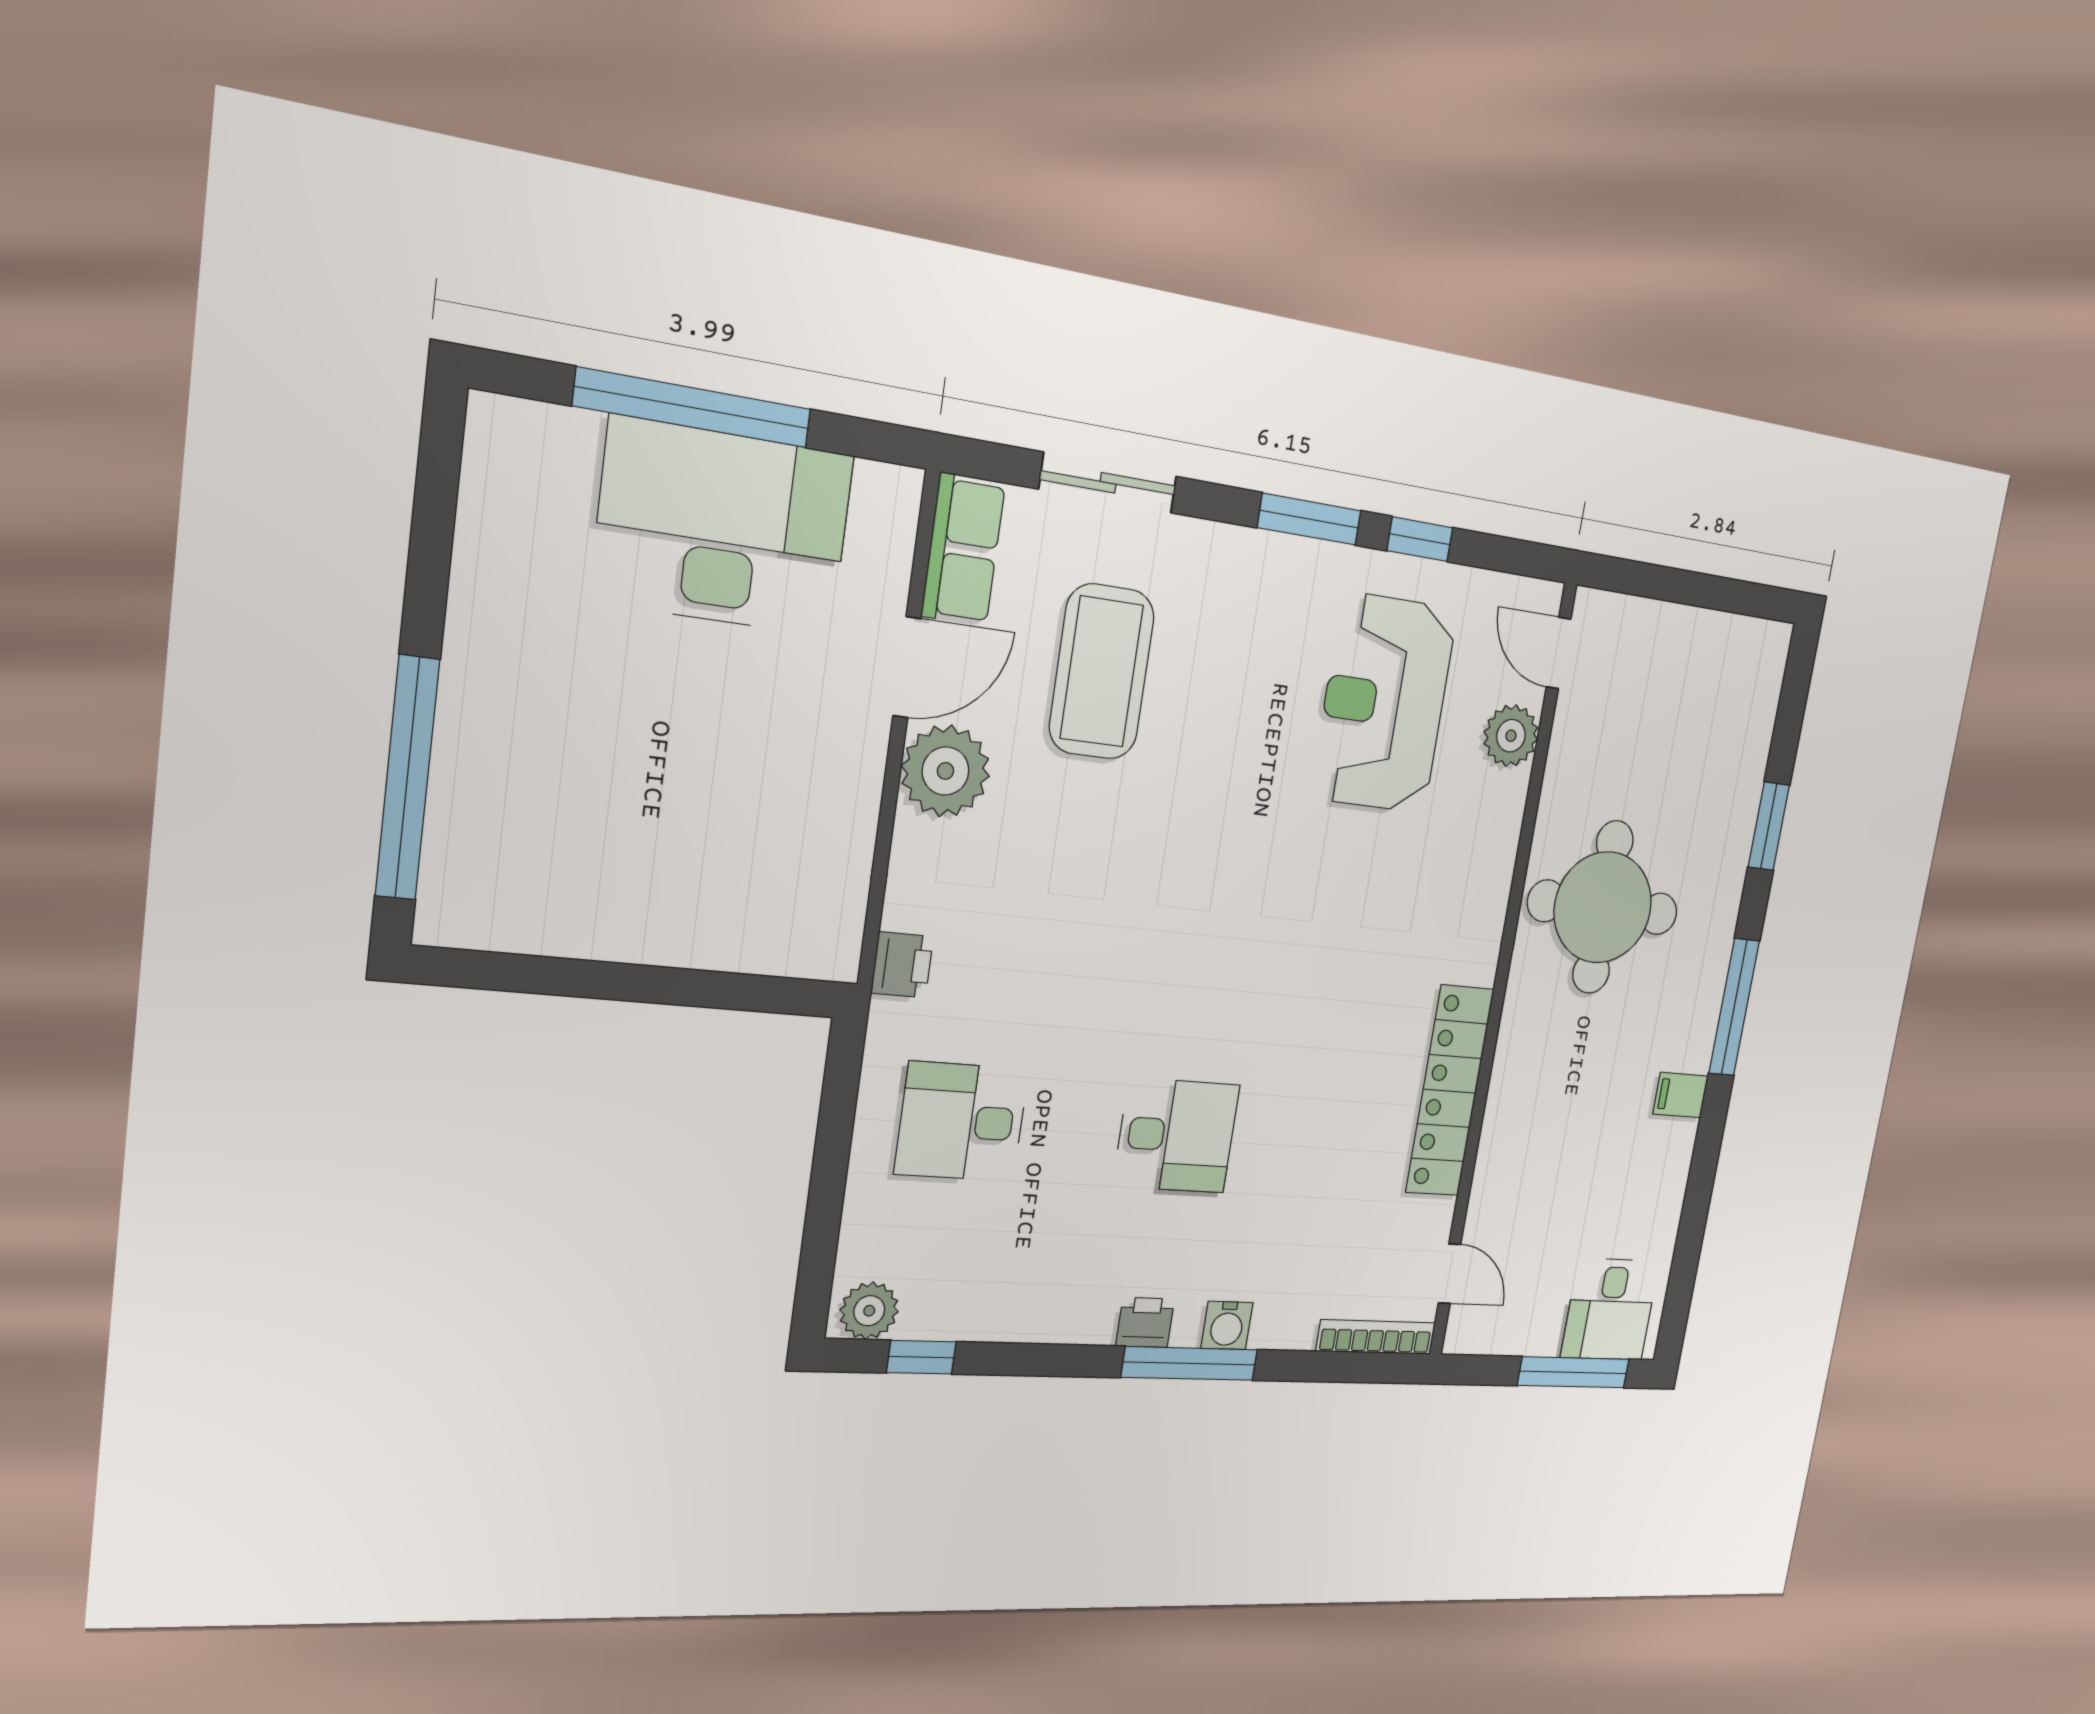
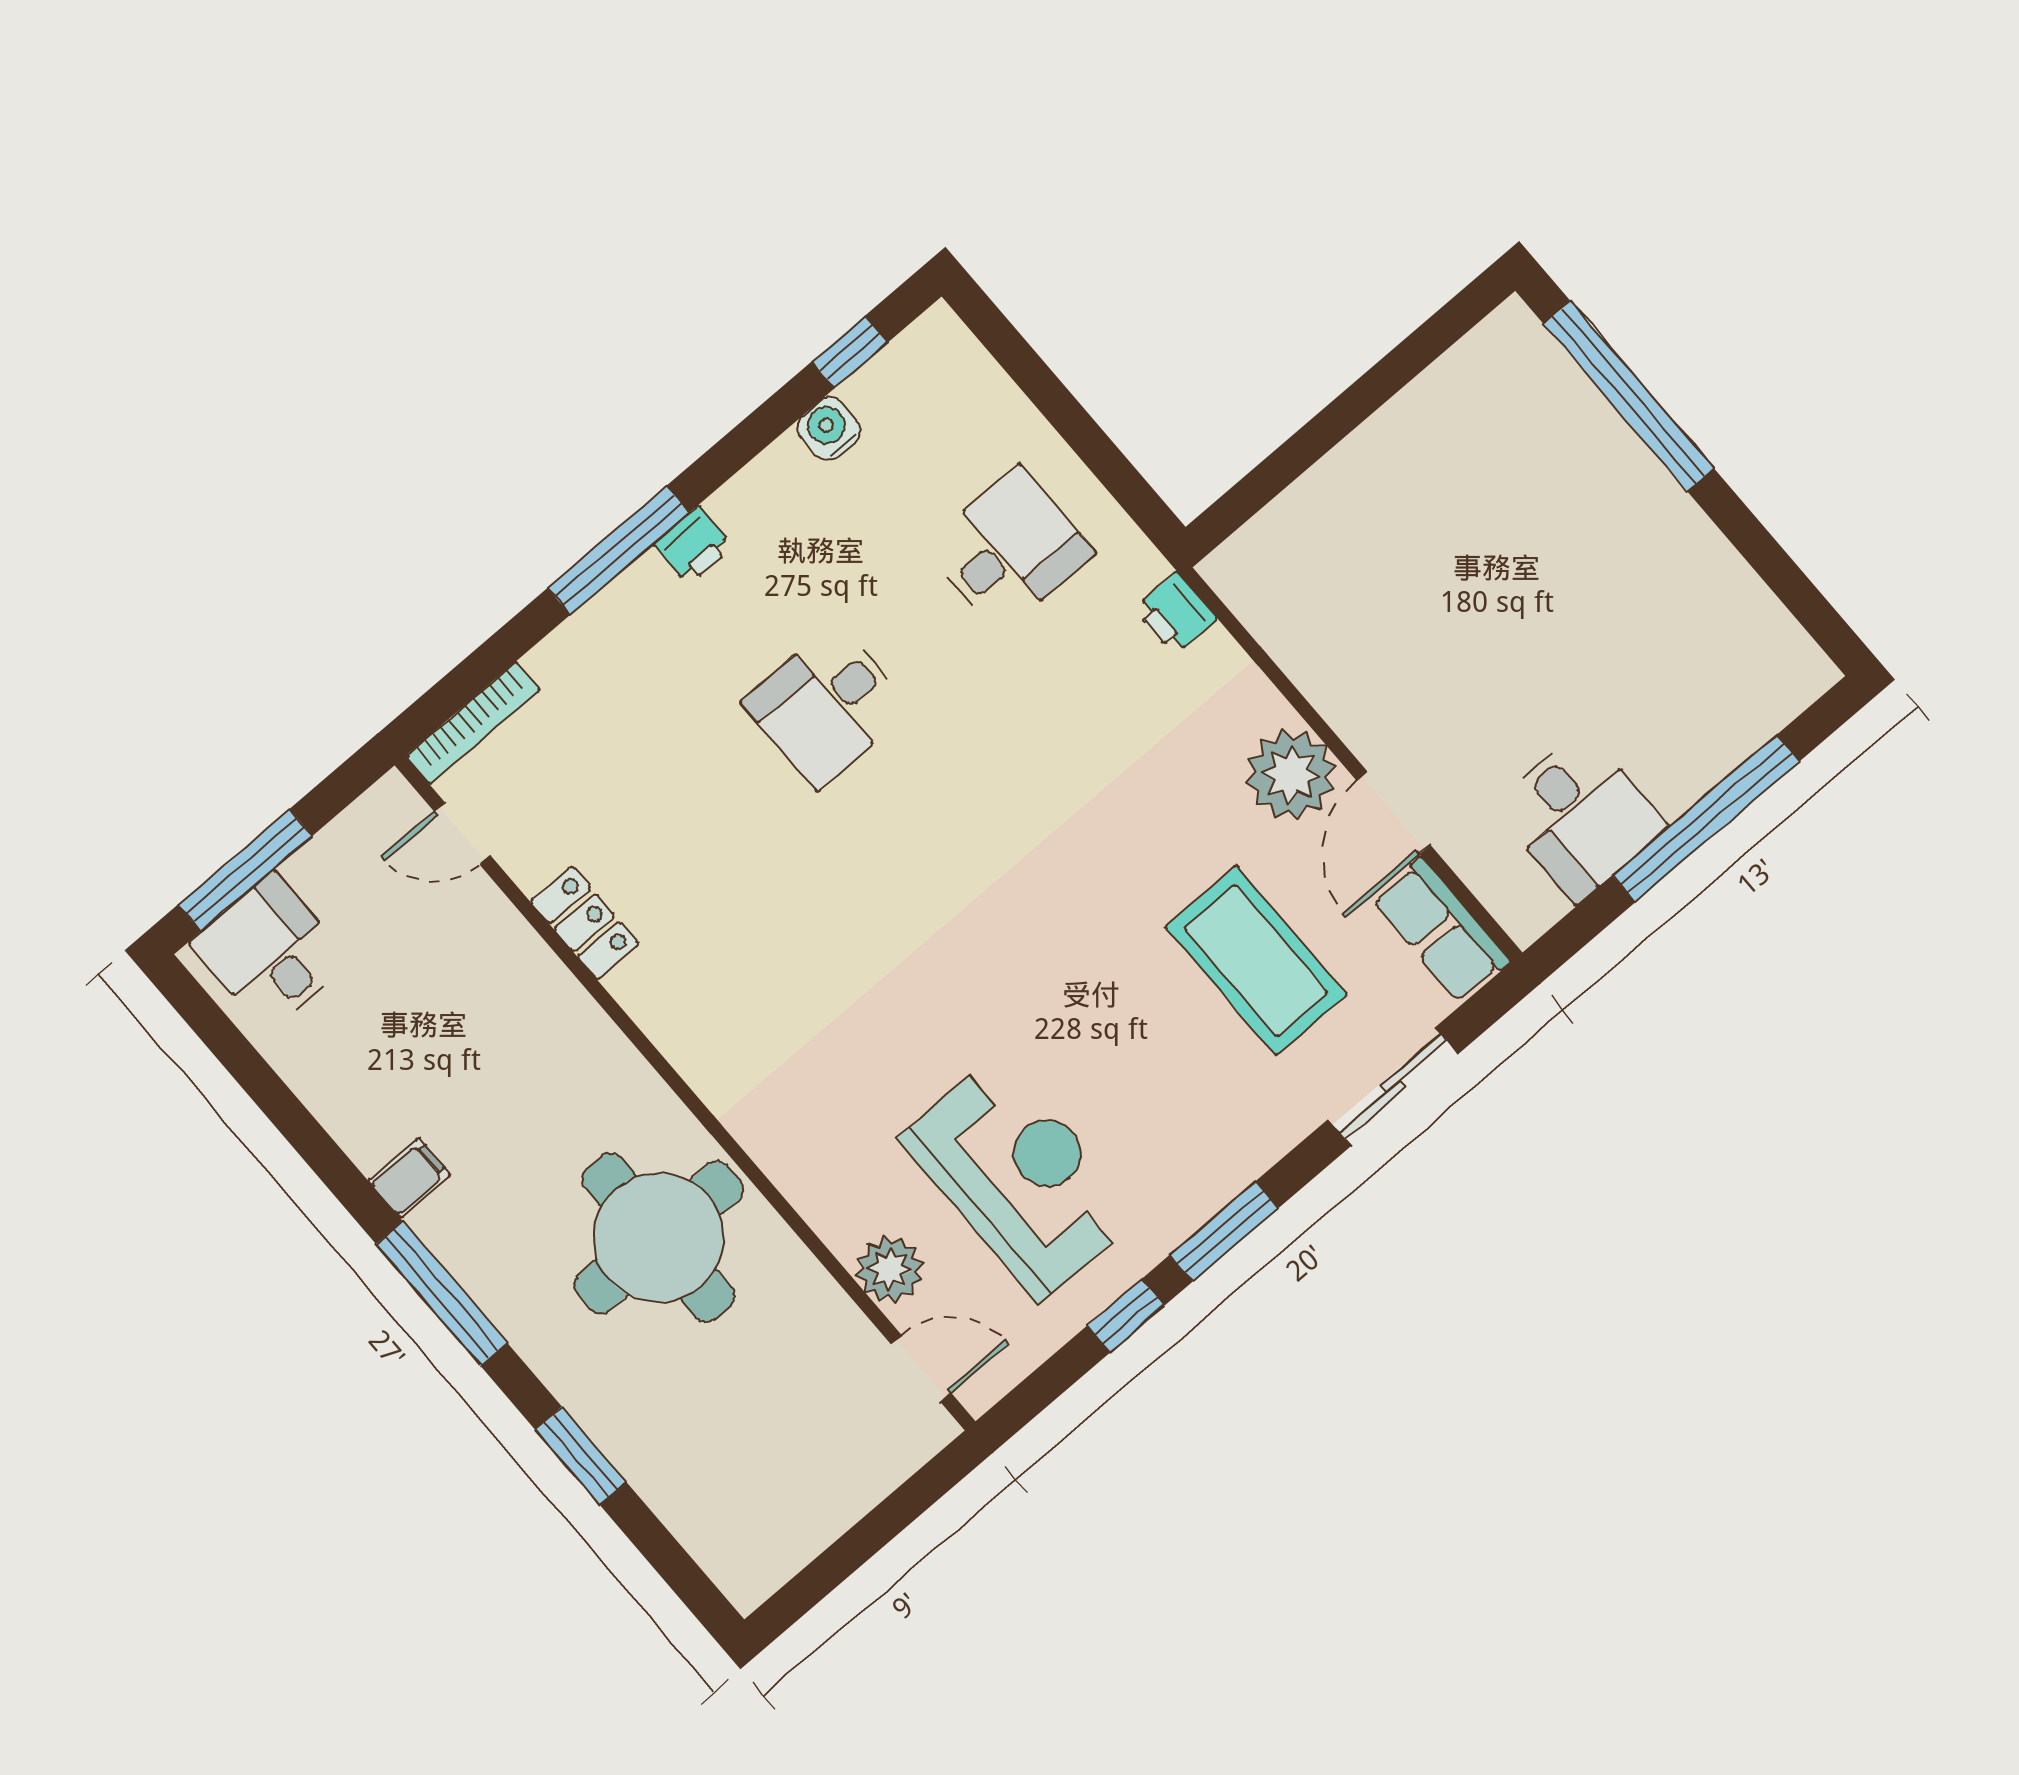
desk: (723, 528) -> (1580, 816), width x0.53, depth x0.77
locker: (1450, 1091) -> (585, 923), width x0.46, depth x0.83
plant: (869, 1311) -> (929, 348), removed
water cooler: (1227, 1325) -> (829, 428), moved

